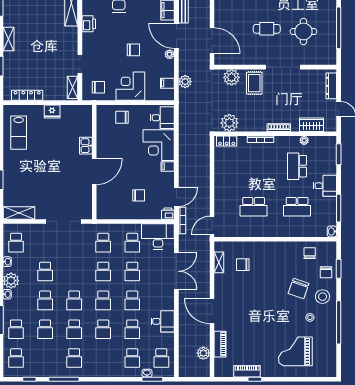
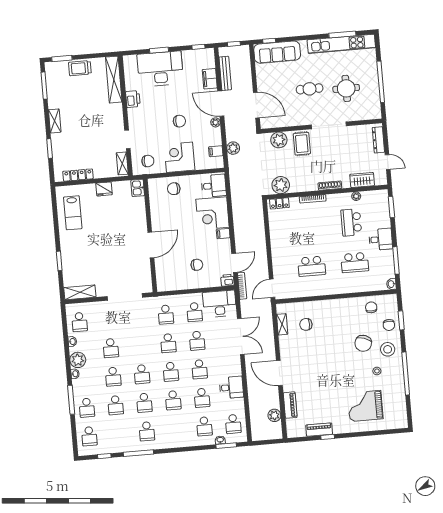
kitchen sink: (86, 146) -> (138, 188), moved

